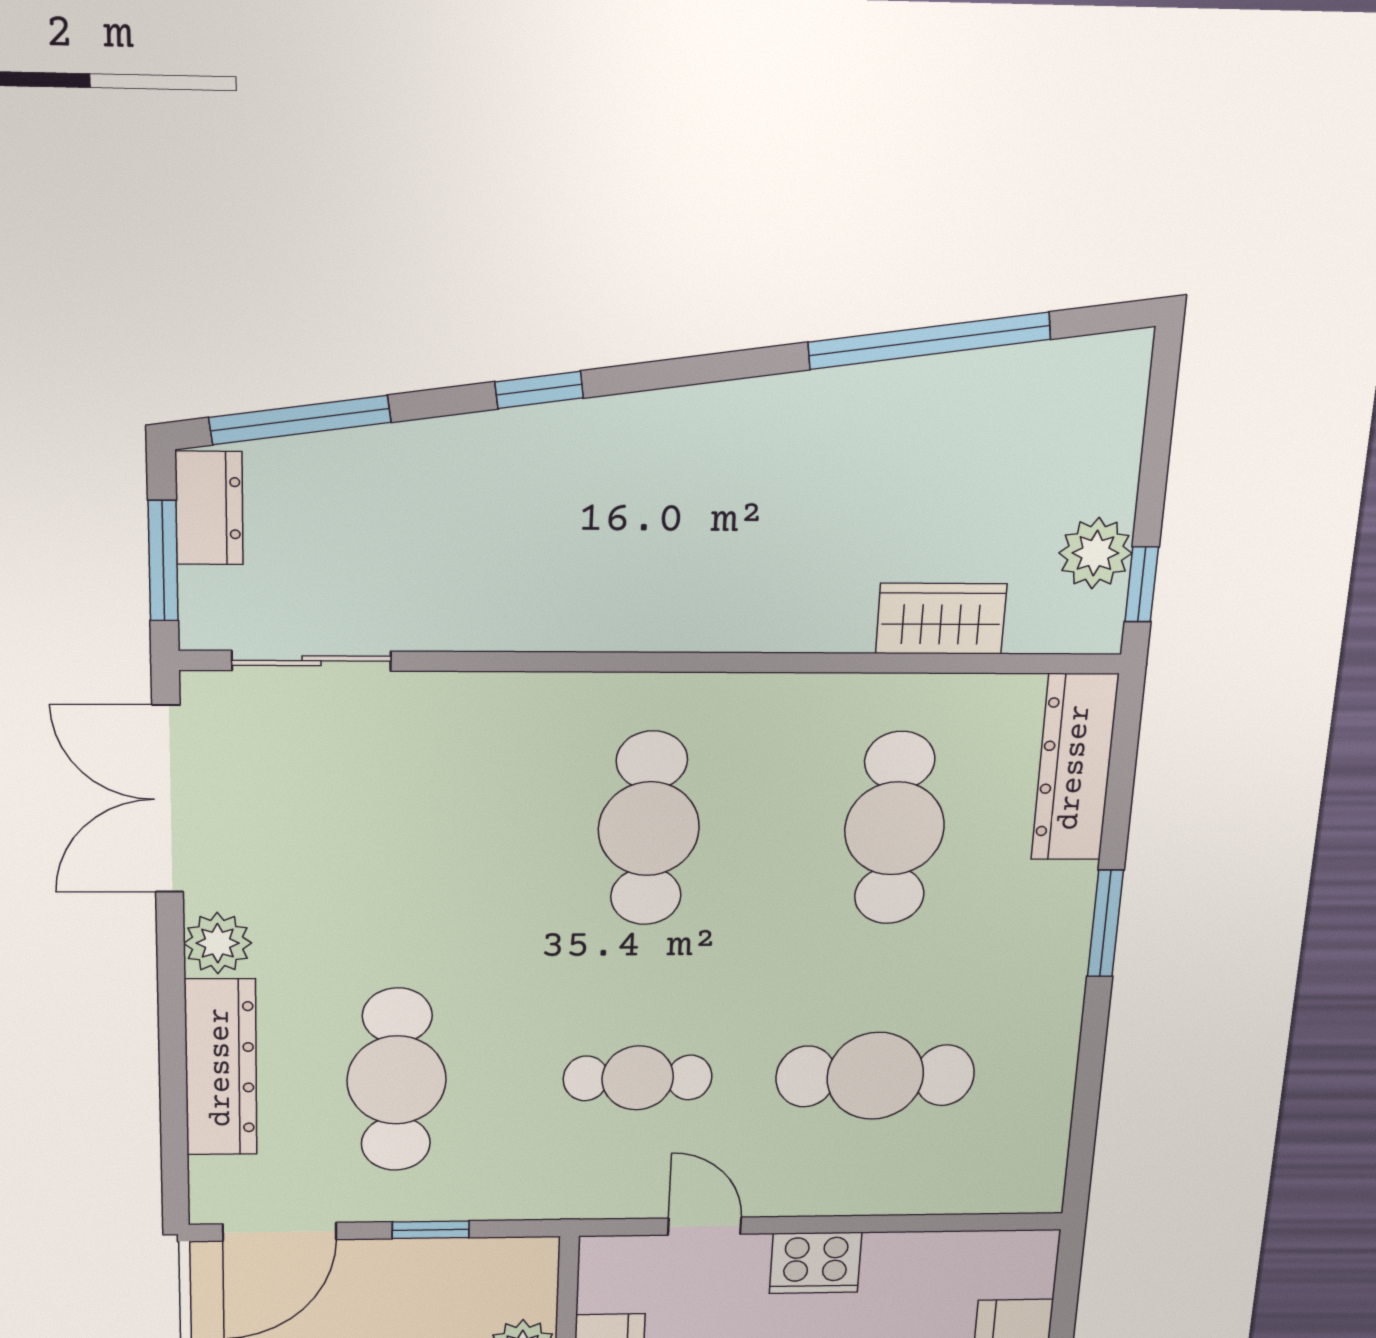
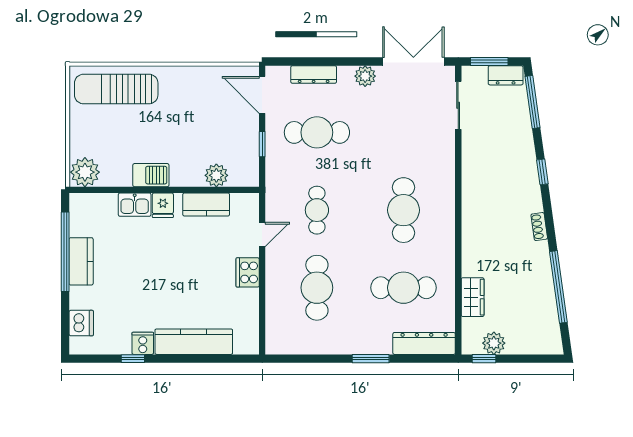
shoe rack: (723, 402) -> (539, 227), added
cafe table: (649, 829) -> (404, 210), turned 90
dresser: (221, 1067) -> (314, 74), width x0.73, depth x0.80

